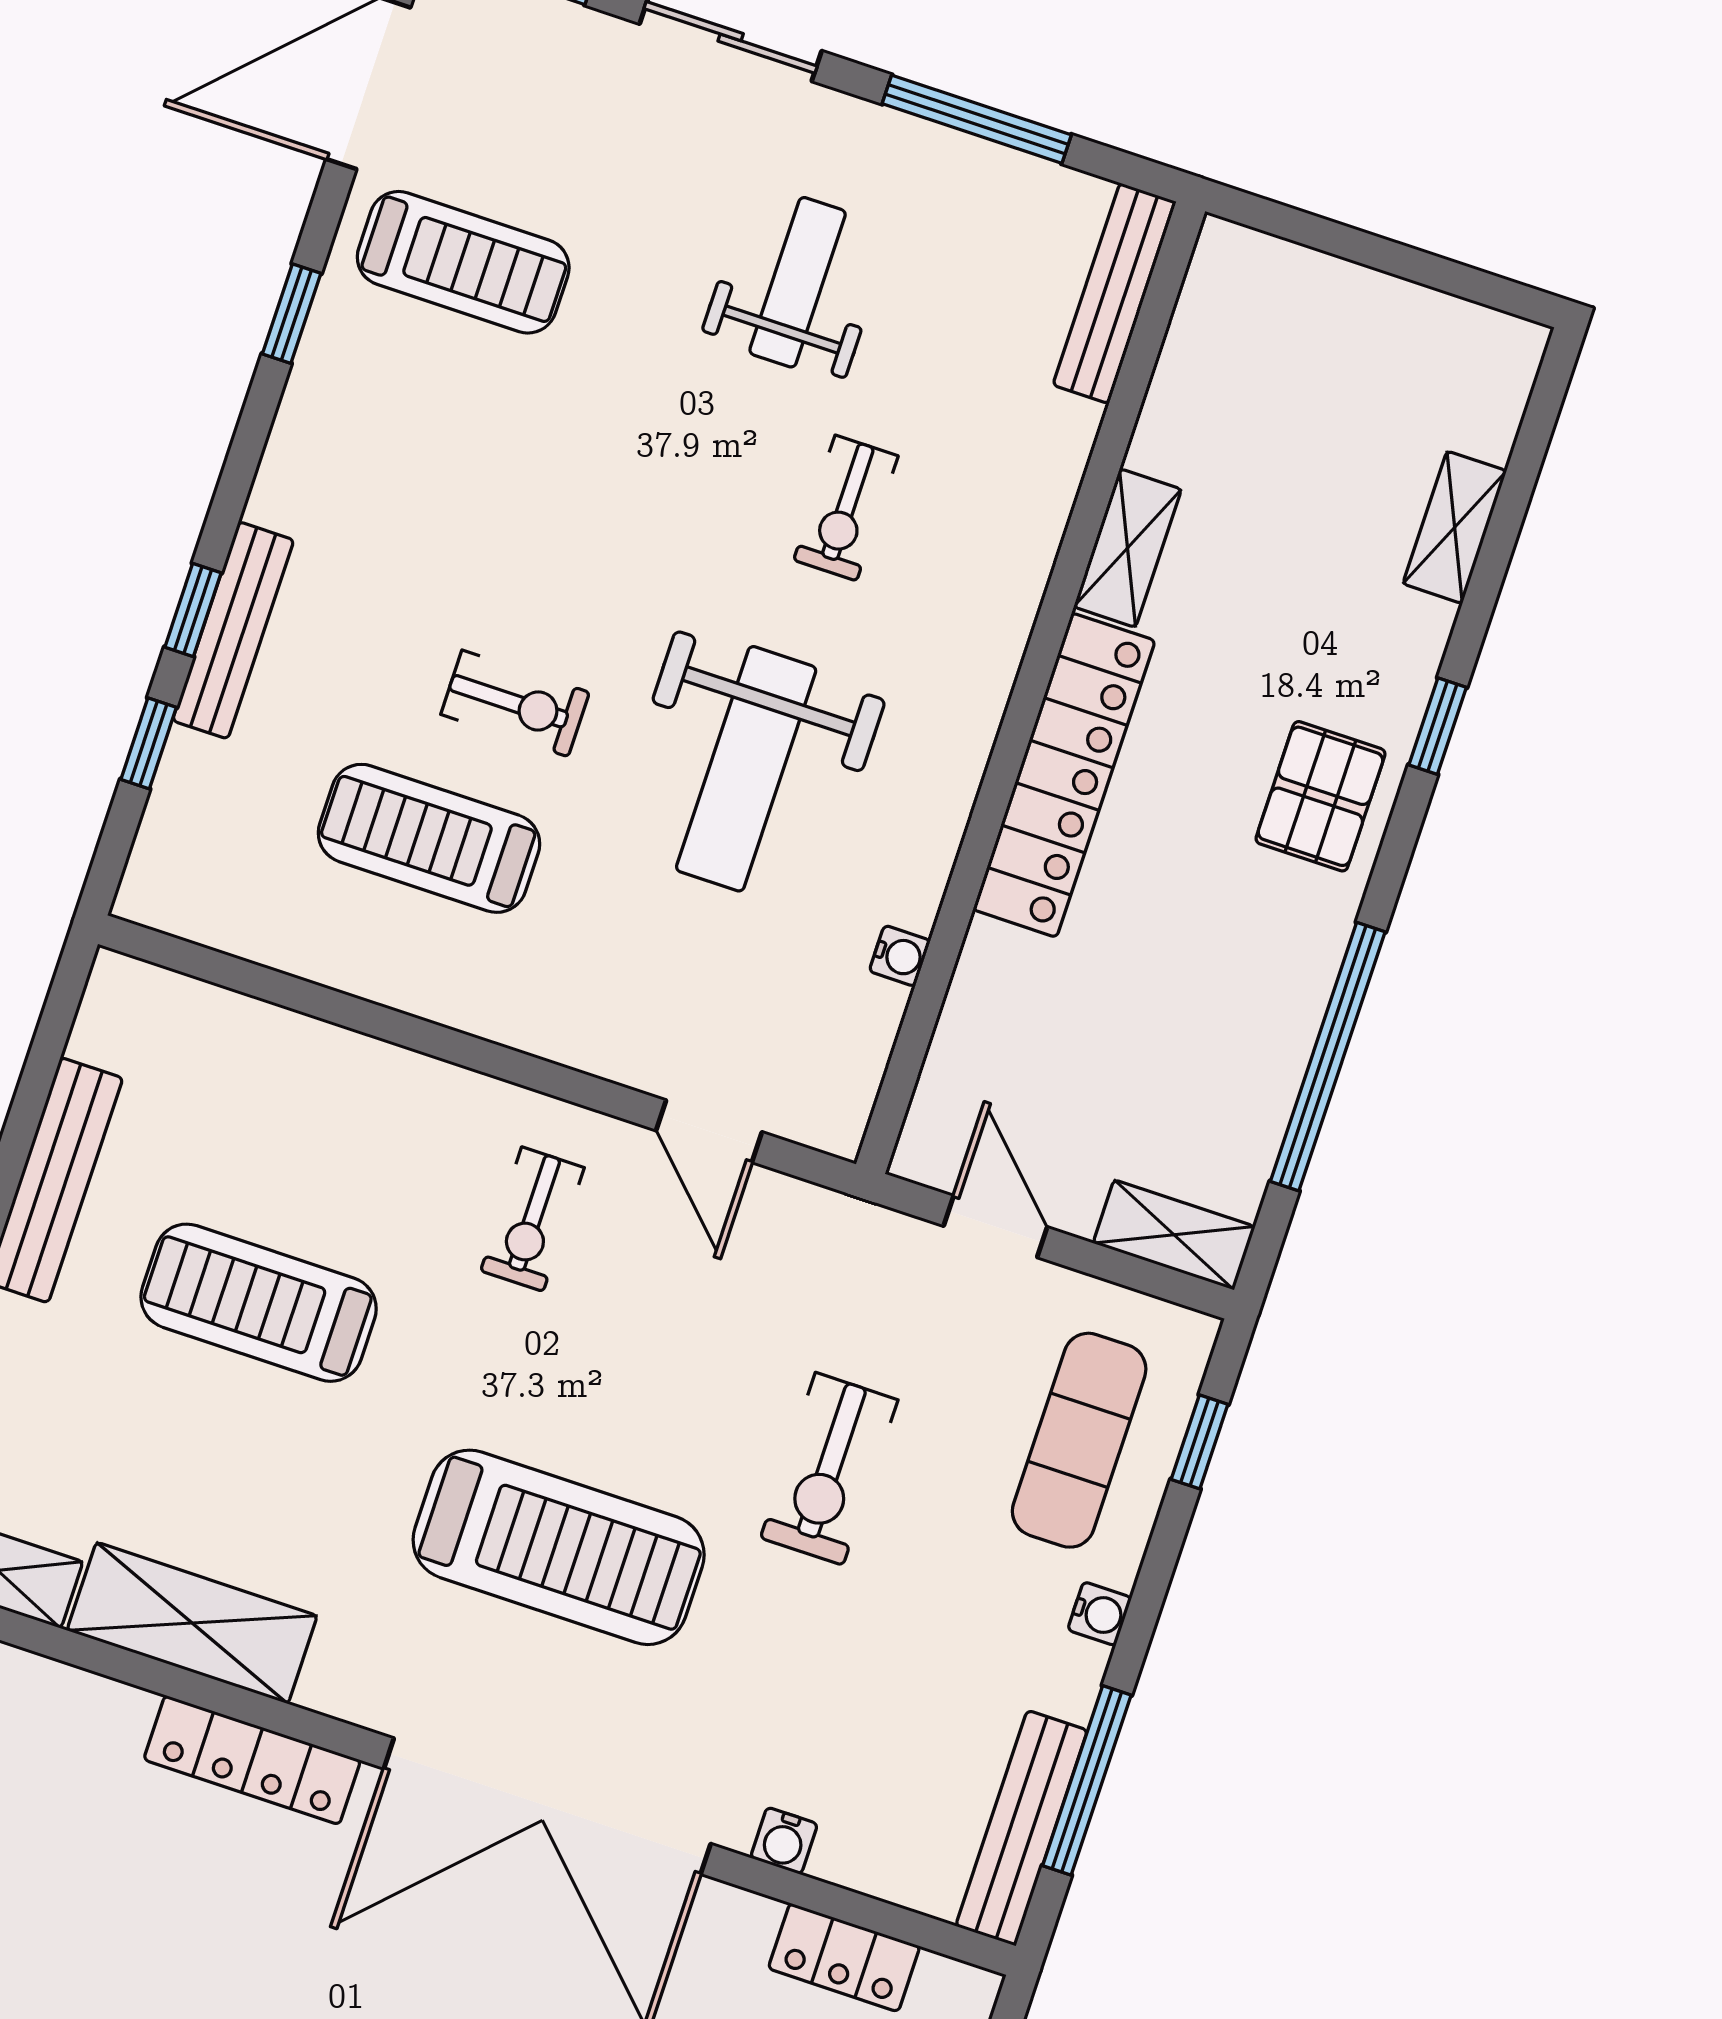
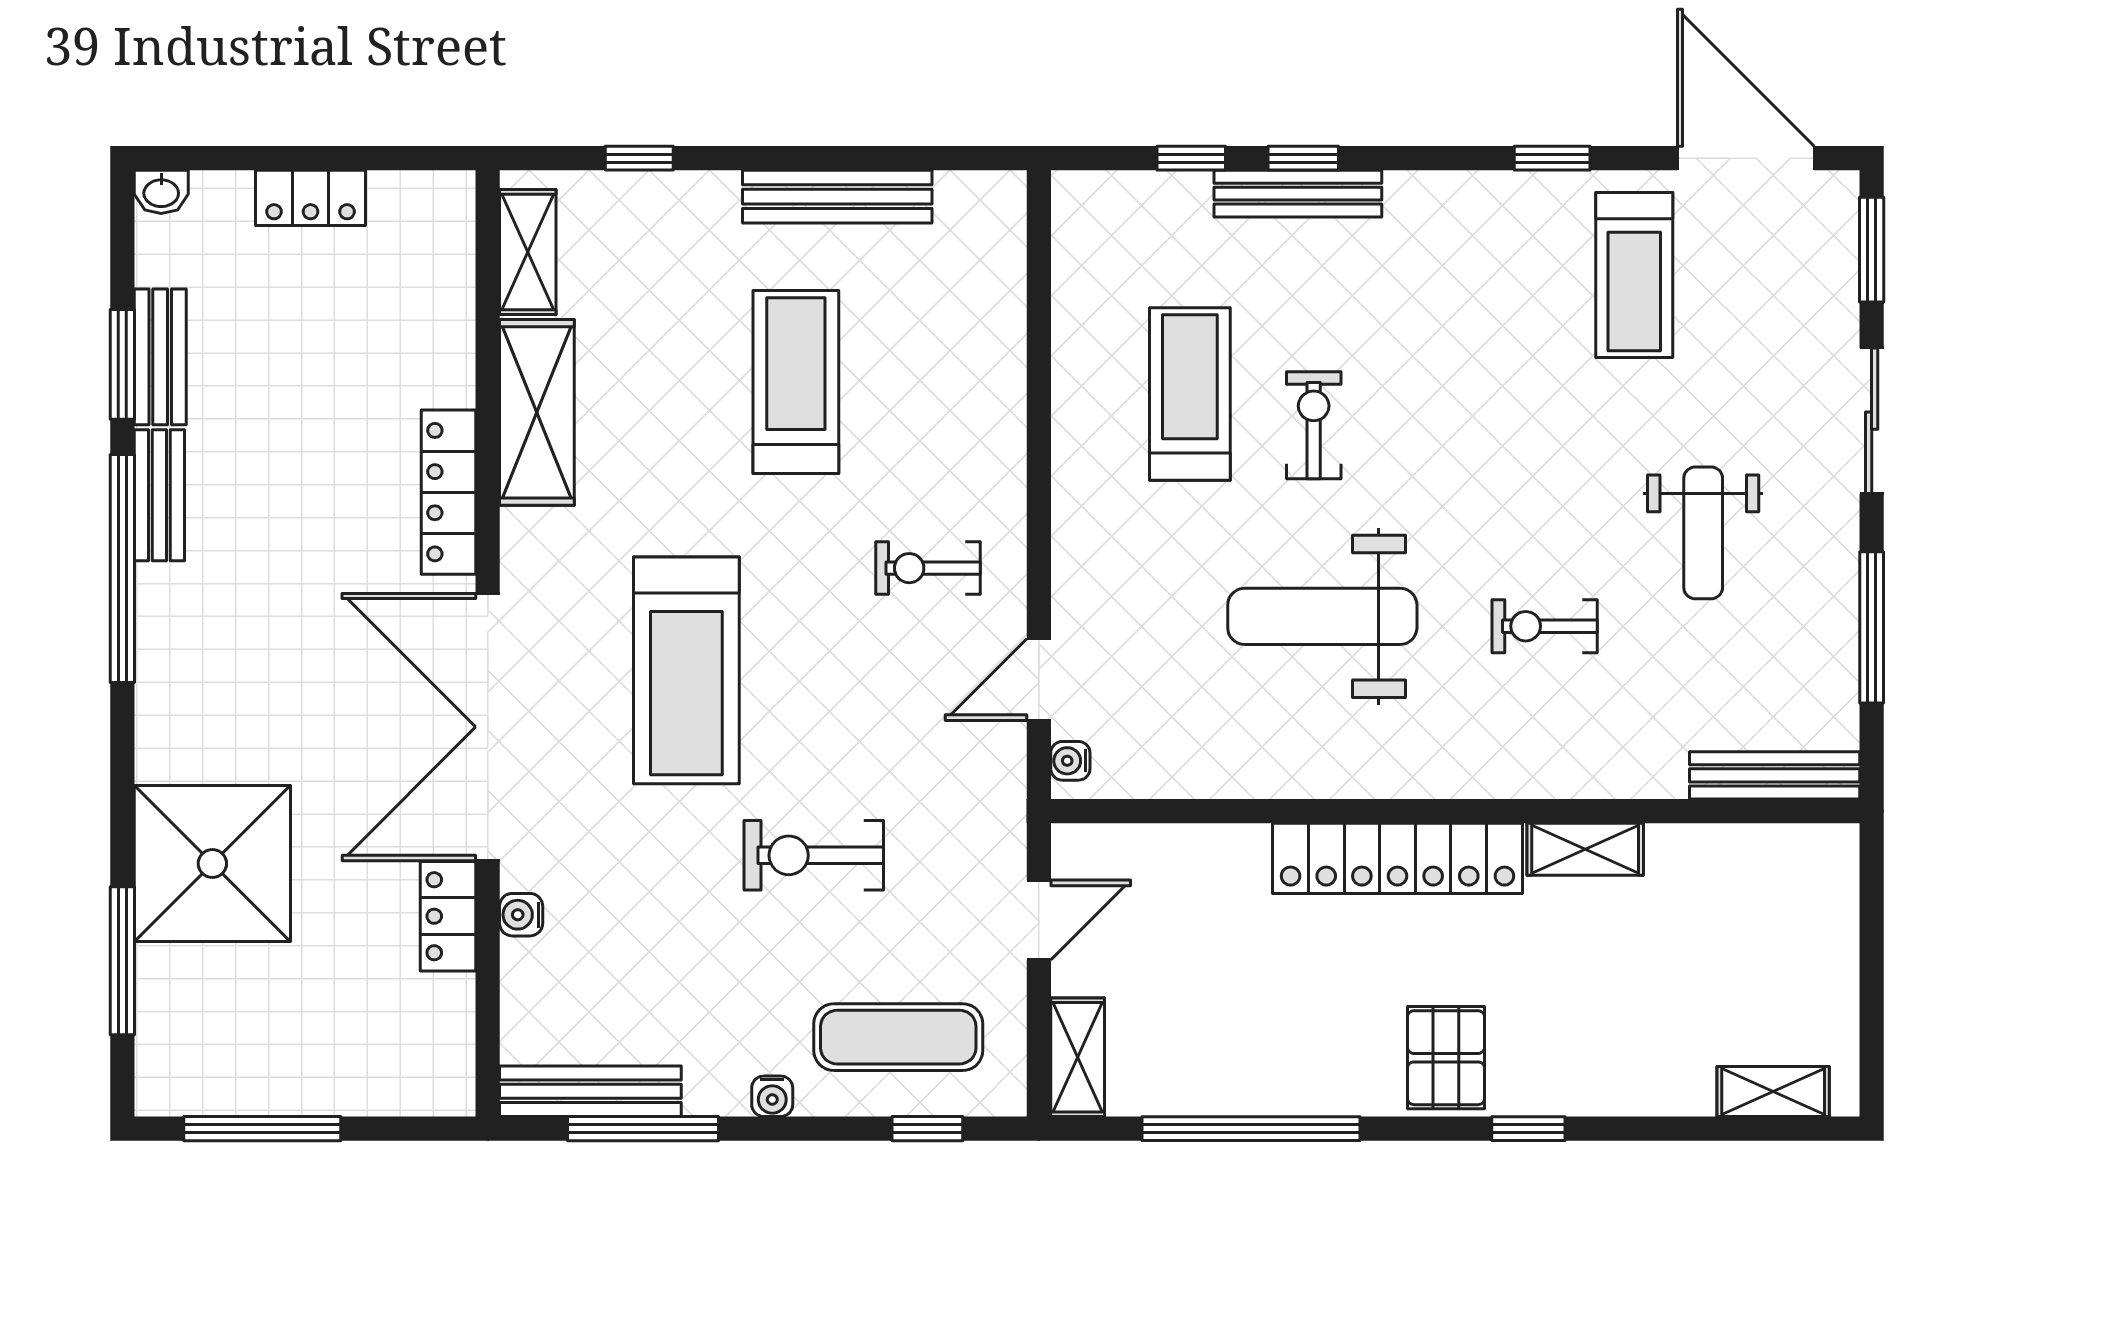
weight bench: (798, 282) -> (1703, 533), turned 90
shelving: (1455, 527) -> (1773, 1091), moved
exercise bike: (515, 703) -> (1314, 425), turned 180
pallet: (1320, 796) -> (1446, 1058), turned 90
water cooler: (900, 956) -> (1070, 761), moved, turned 90
locker: (844, 1957) -> (448, 916), moved

